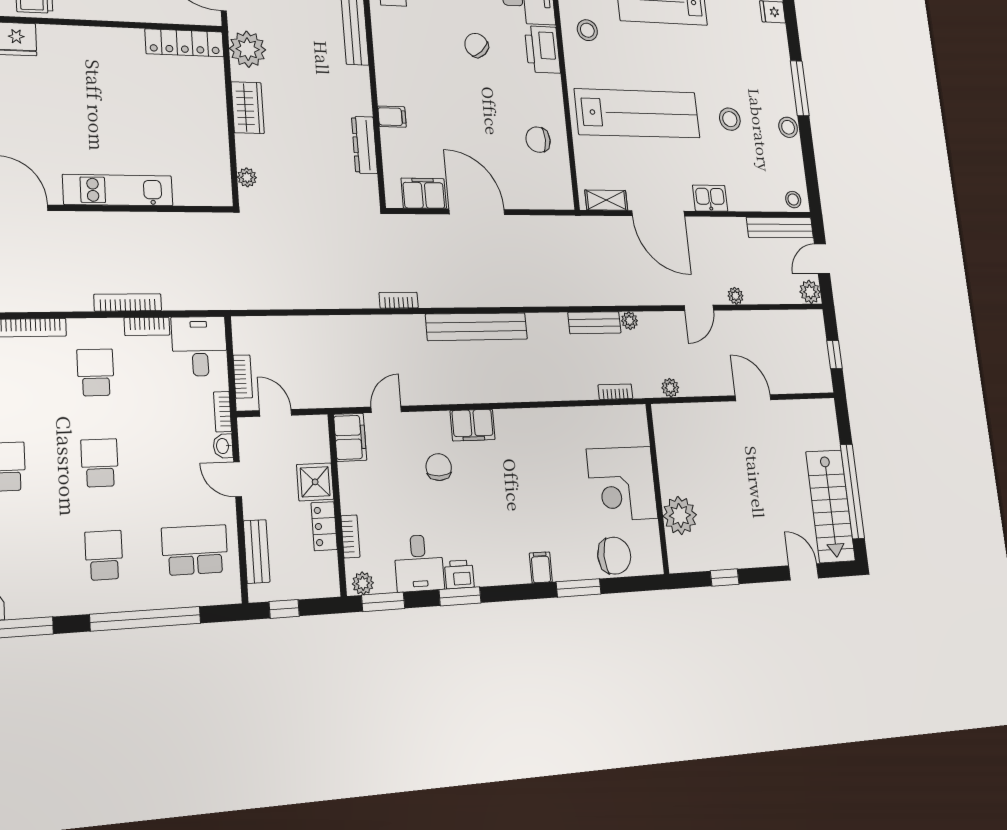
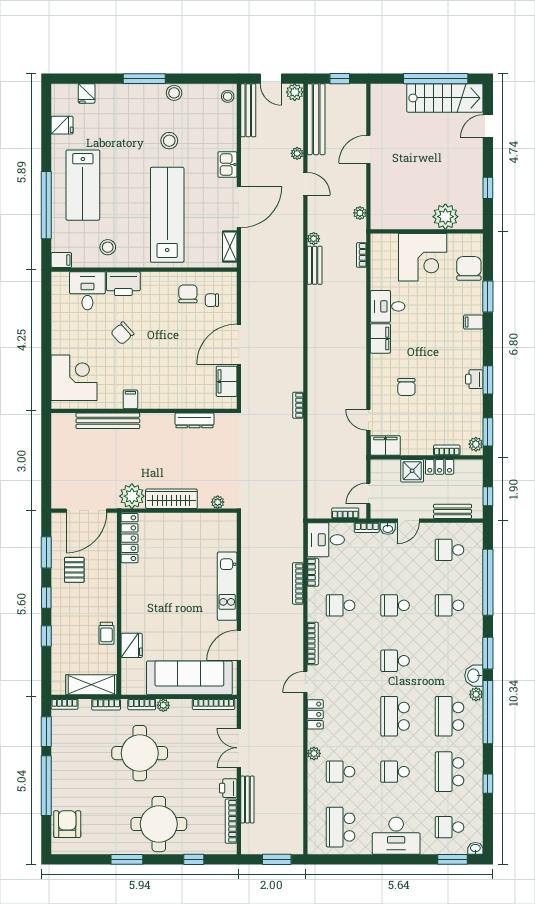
wardrobe: (248, 108) -> (171, 499), width x1.50
filing cabinet: (392, 117) -> (130, 399), moved
chair: (538, 140) -> (188, 294), turned 180
chair: (533, 174) -> (212, 300), added
bench: (477, 327) -> (316, 119), moved
filing cabinet: (473, 425) -> (380, 338), moved
chair: (439, 467) -> (406, 387), turned -90
school desk: (195, 550) -> (450, 550), width x0.54
desk: (419, 563) -> (388, 306), moved, turned 180

